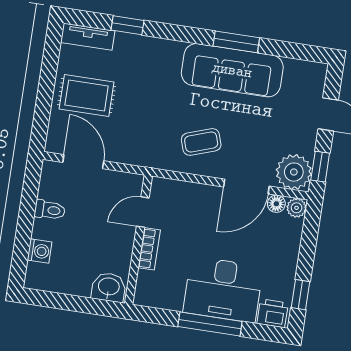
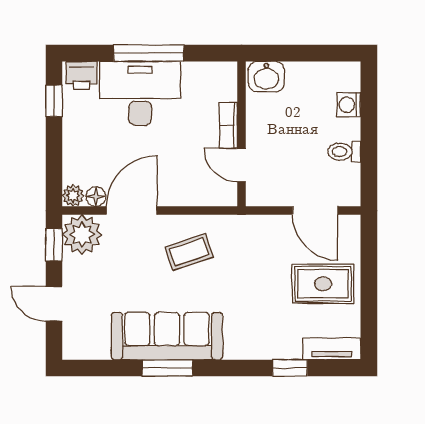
door: (143, 212) -> (242, 165), swing flipped

